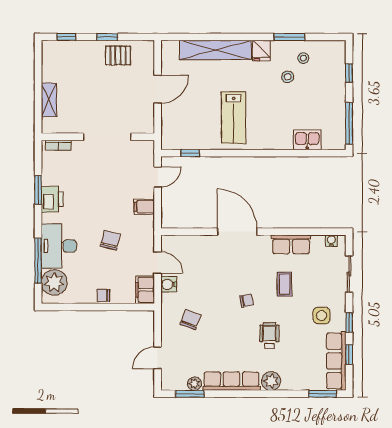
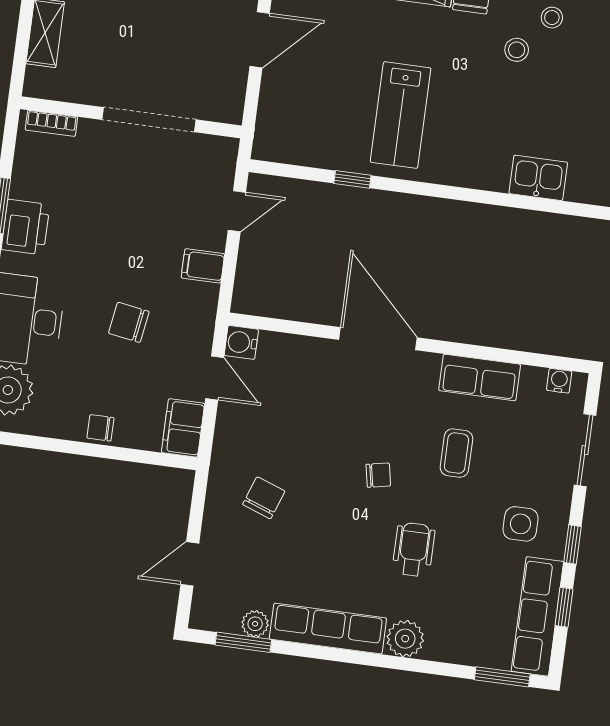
window: (190, 153) -> (352, 179), moved
chair: (111, 240) -> (129, 322), turned -95
water cooler: (169, 284) -> (241, 342), moved

